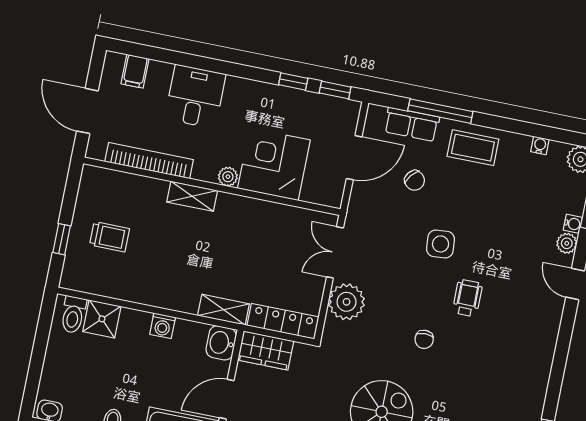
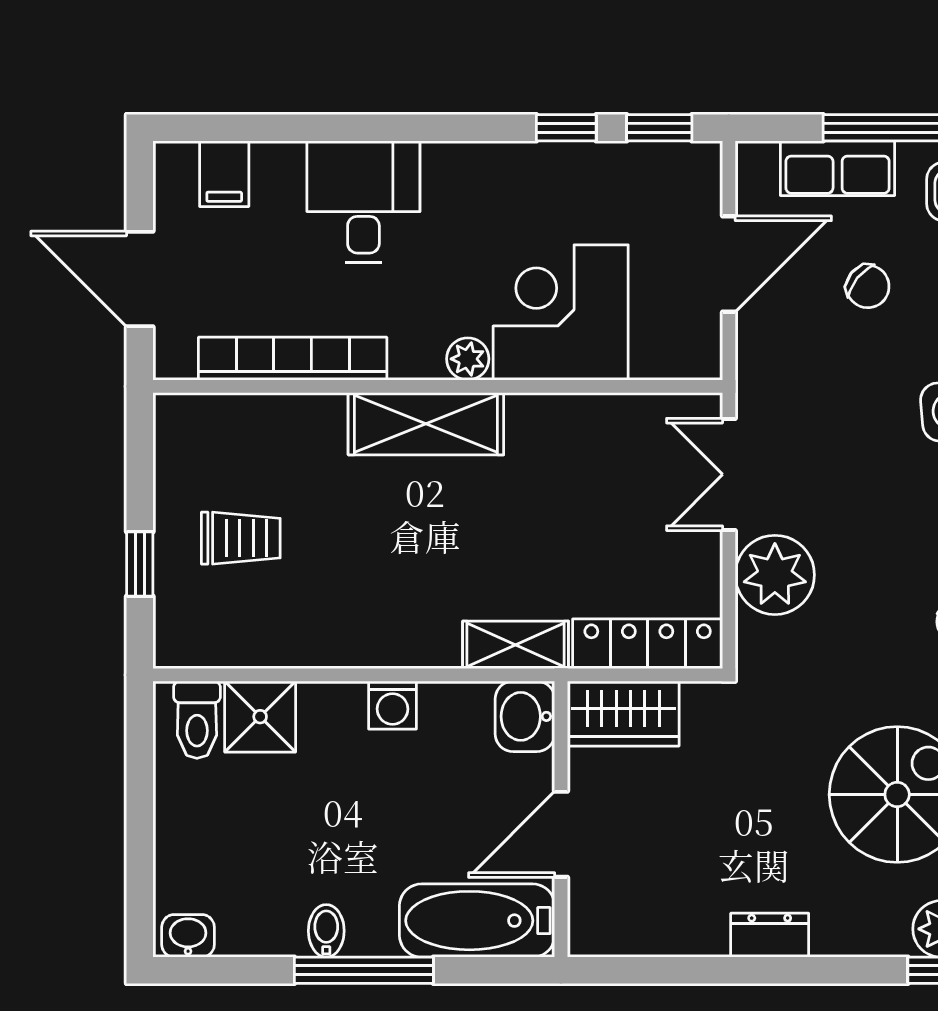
shelving: (192, 196) -> (426, 424), width x1.50, depth x1.33

